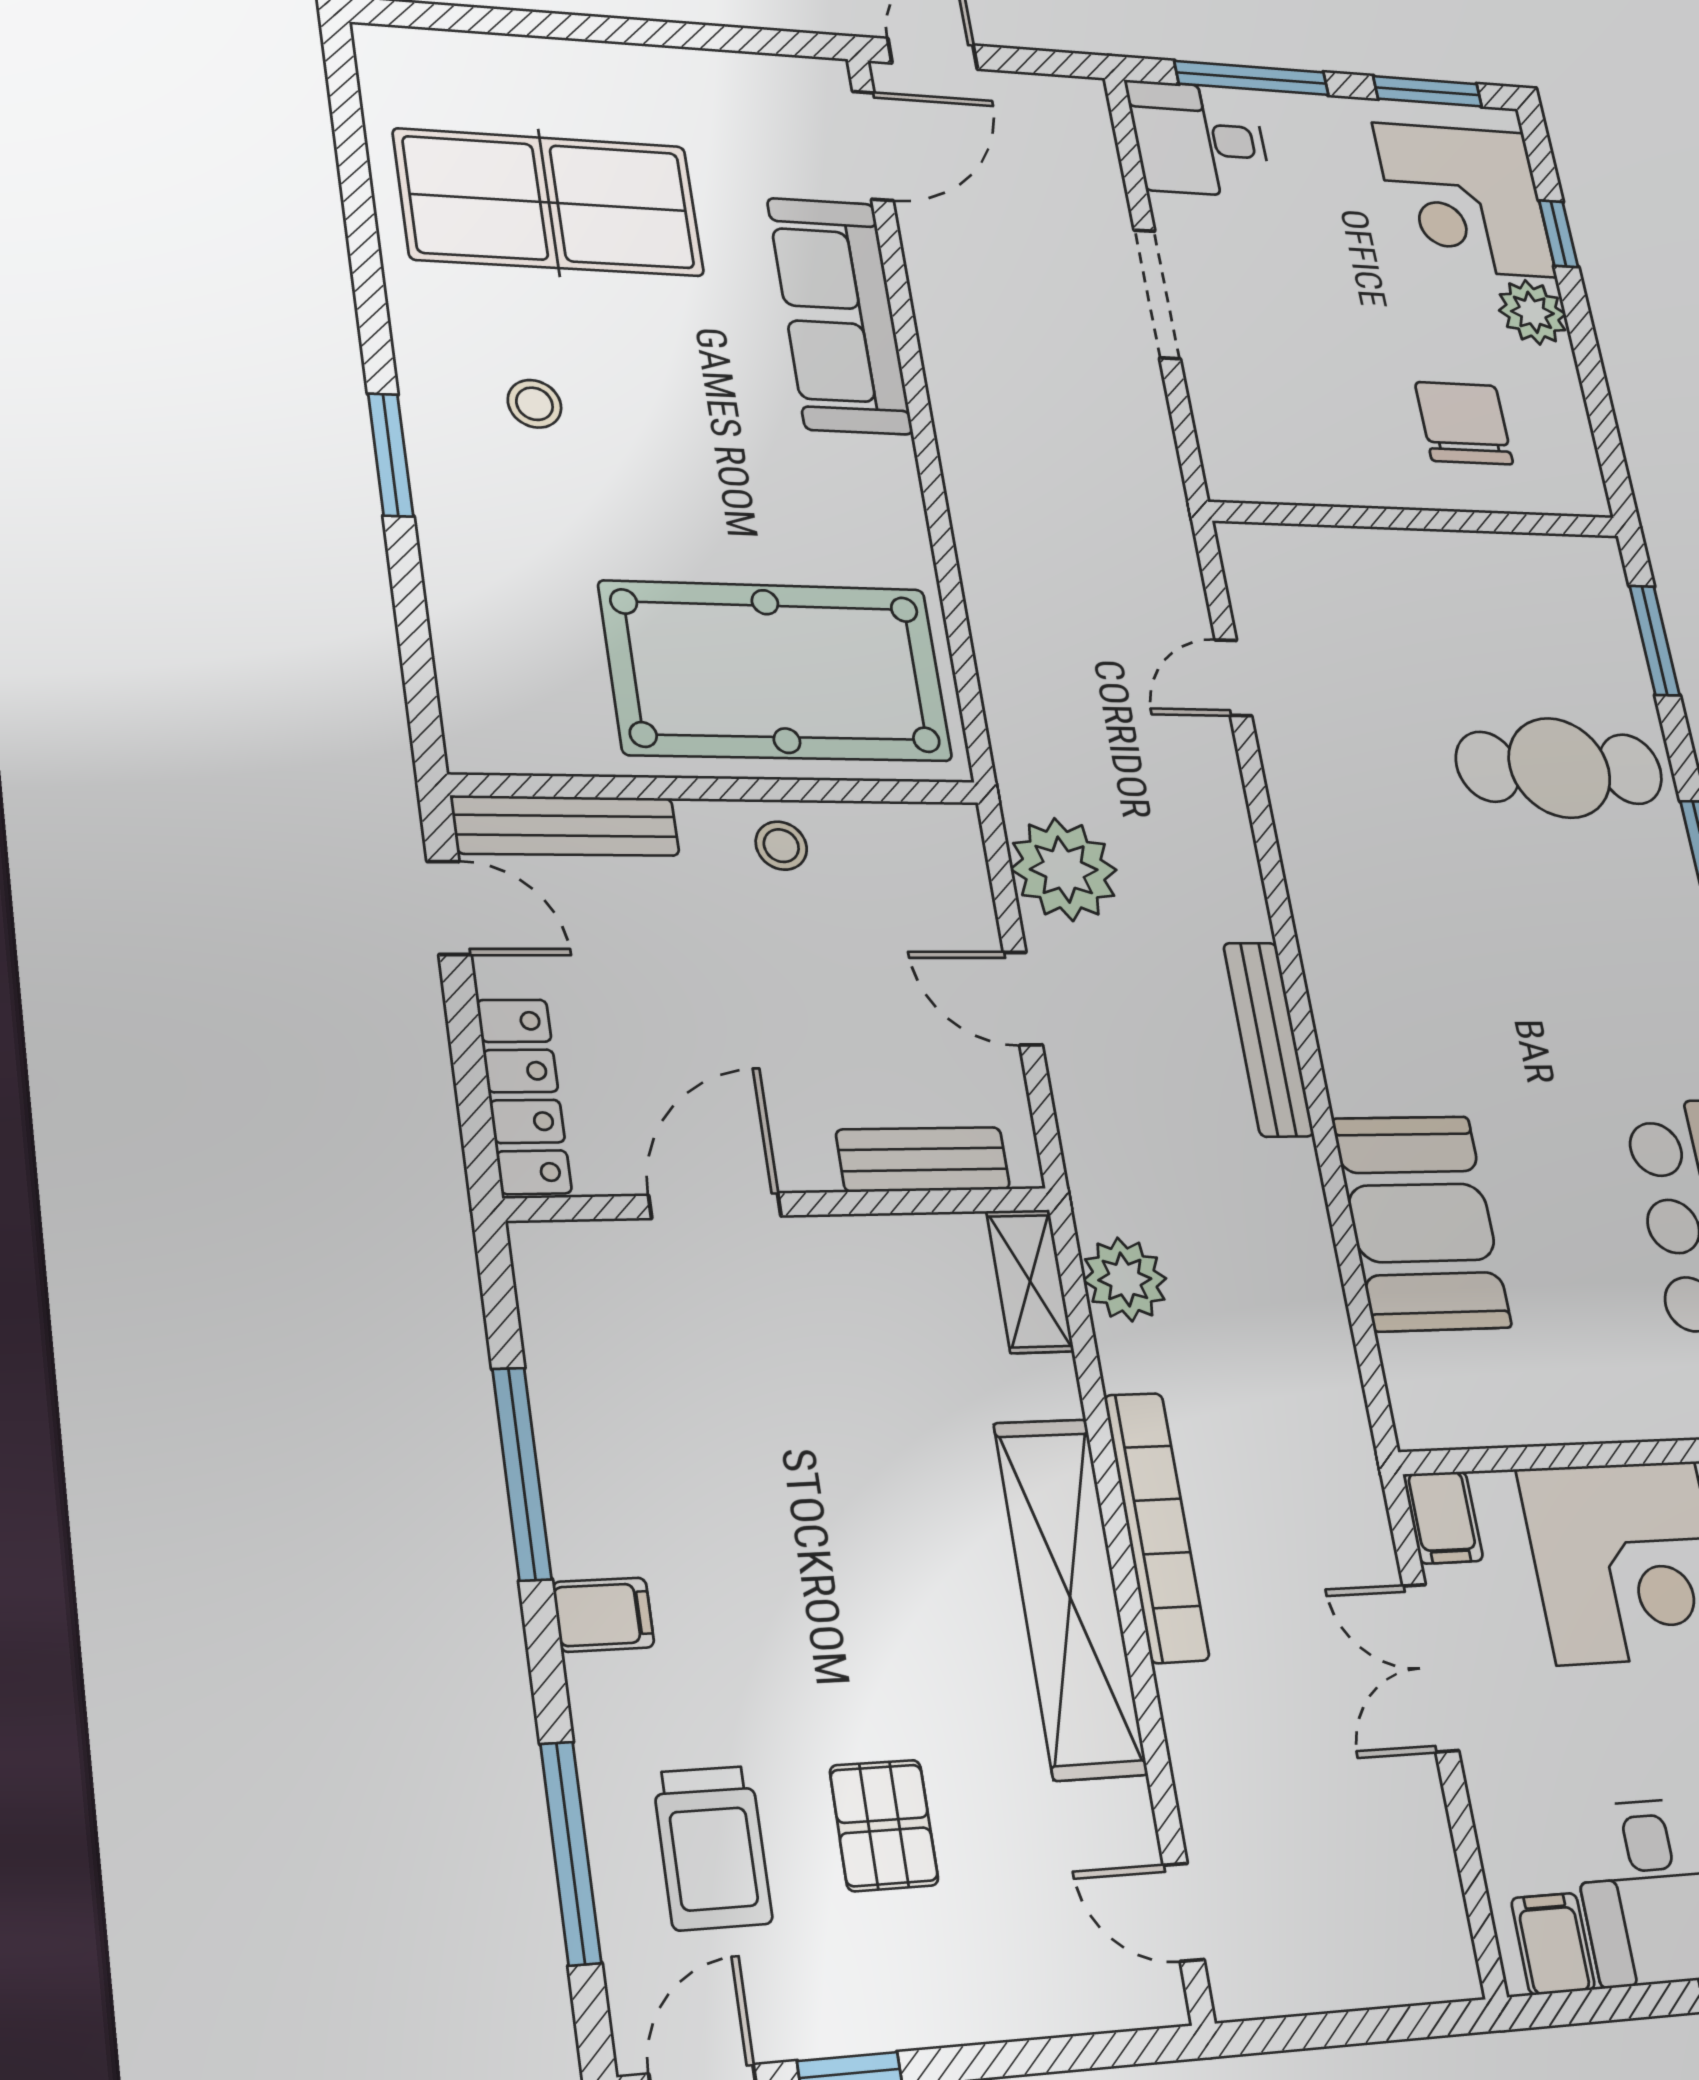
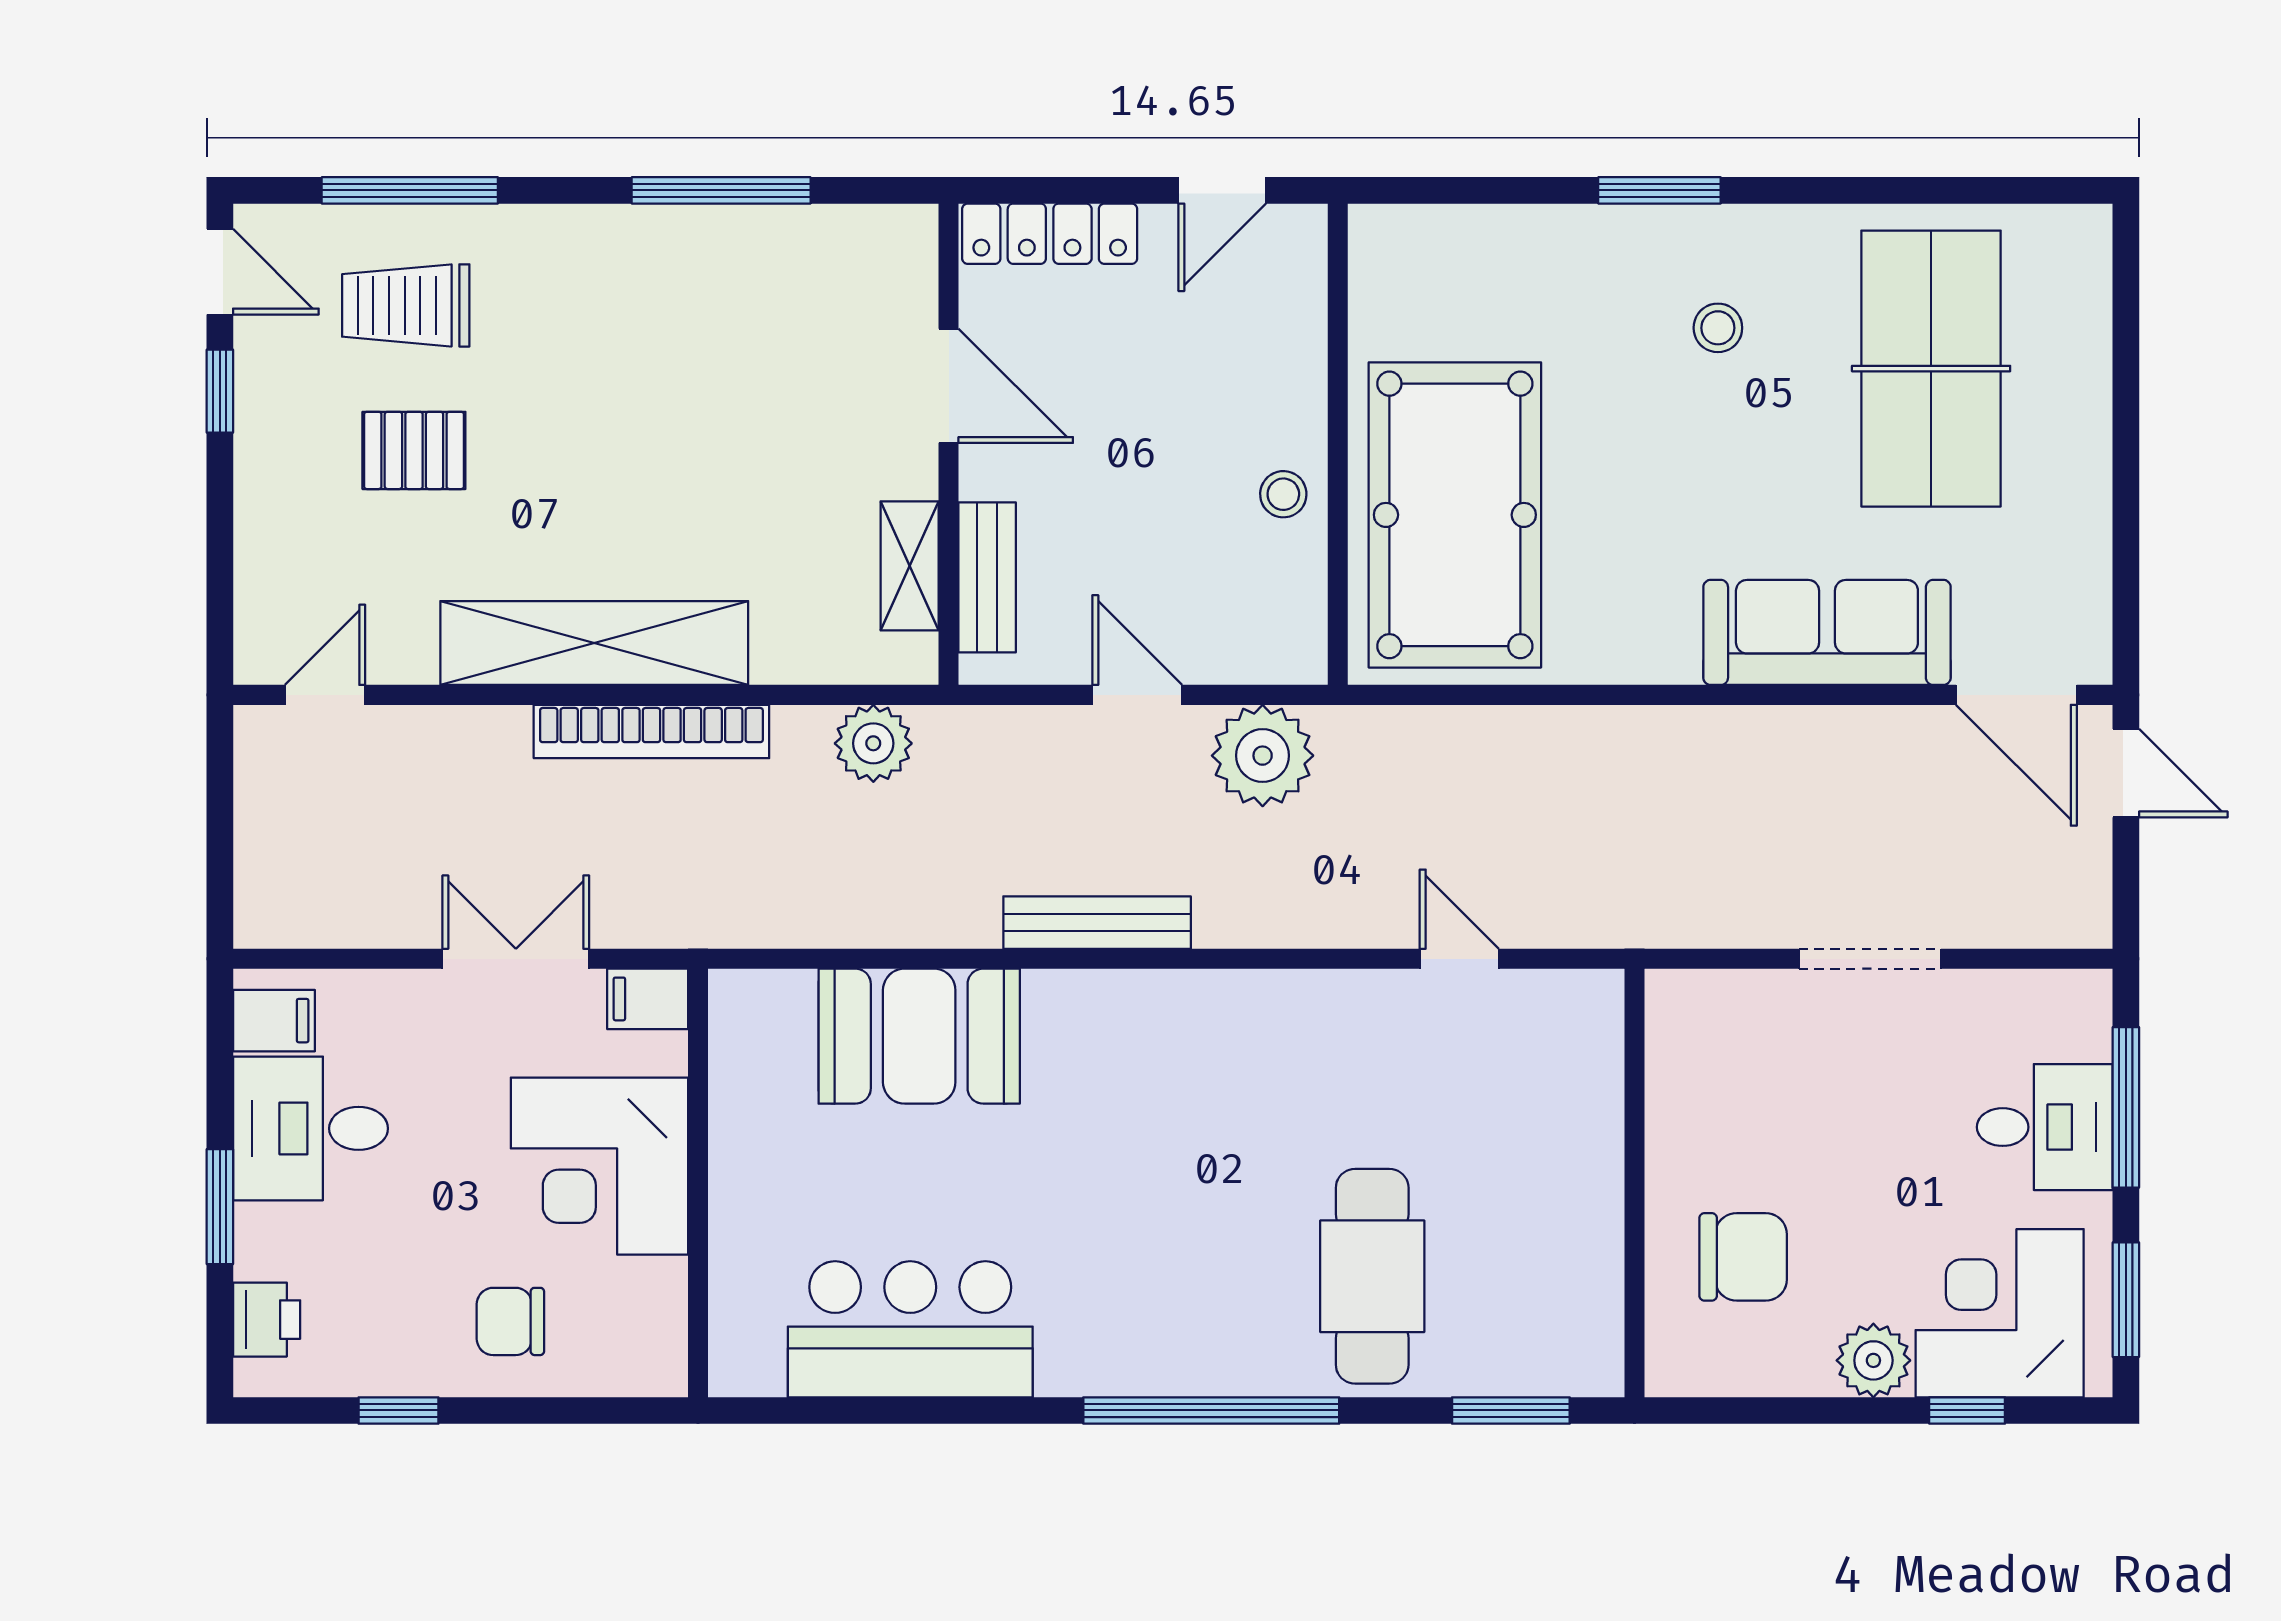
desk: (1199, 139) -> (2045, 1127), moved, turned 90
bench: (565, 826) -> (1300, 302), removed
door: (1023, 998) -> (1137, 695), hinge flipped
shelving: (1030, 1281) -> (910, 566), moved, turned 90
filing cabinet: (603, 1615) -> (600, 242), removed

